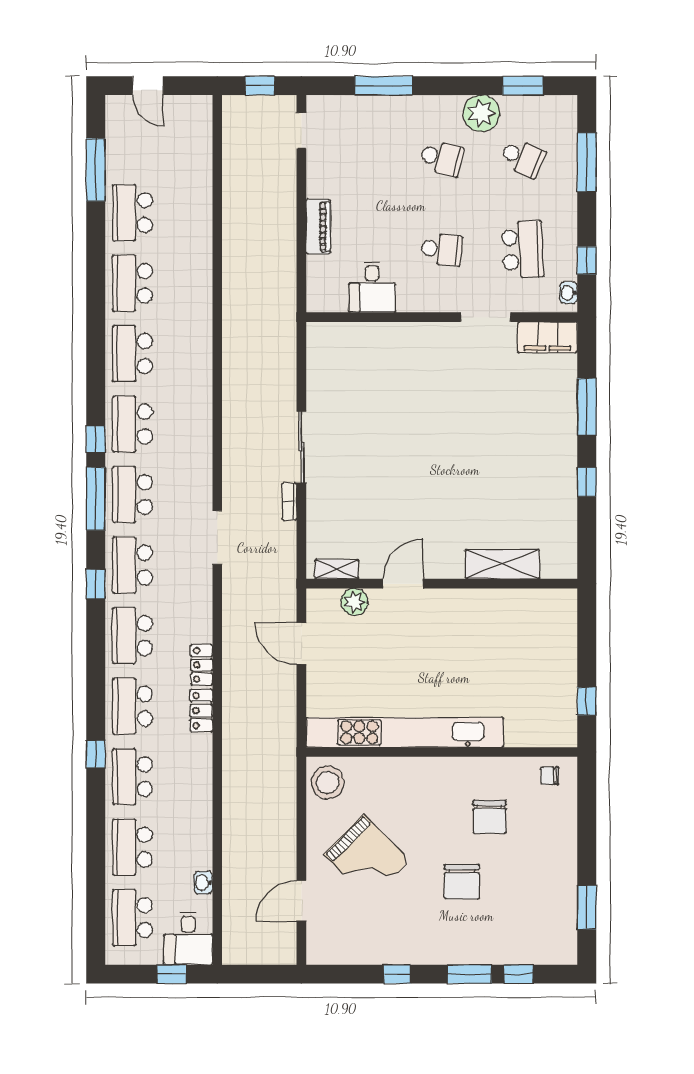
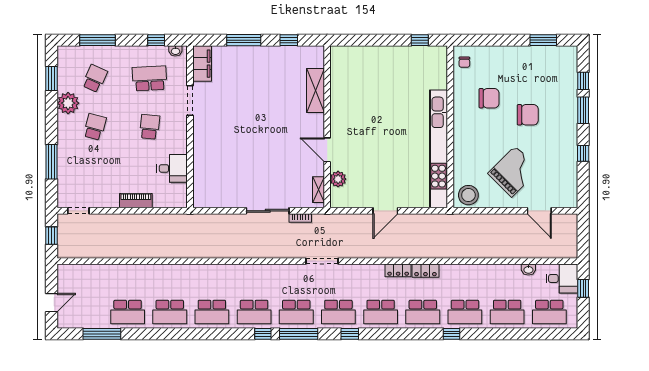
shelving: (503, 564) -> (315, 90), moved
shelving: (337, 569) -> (318, 190), moved
door: (403, 584) -> (327, 150), moved
wall: (442, 584) -> (327, 127), moved
plant: (354, 602) -> (338, 179), moved

